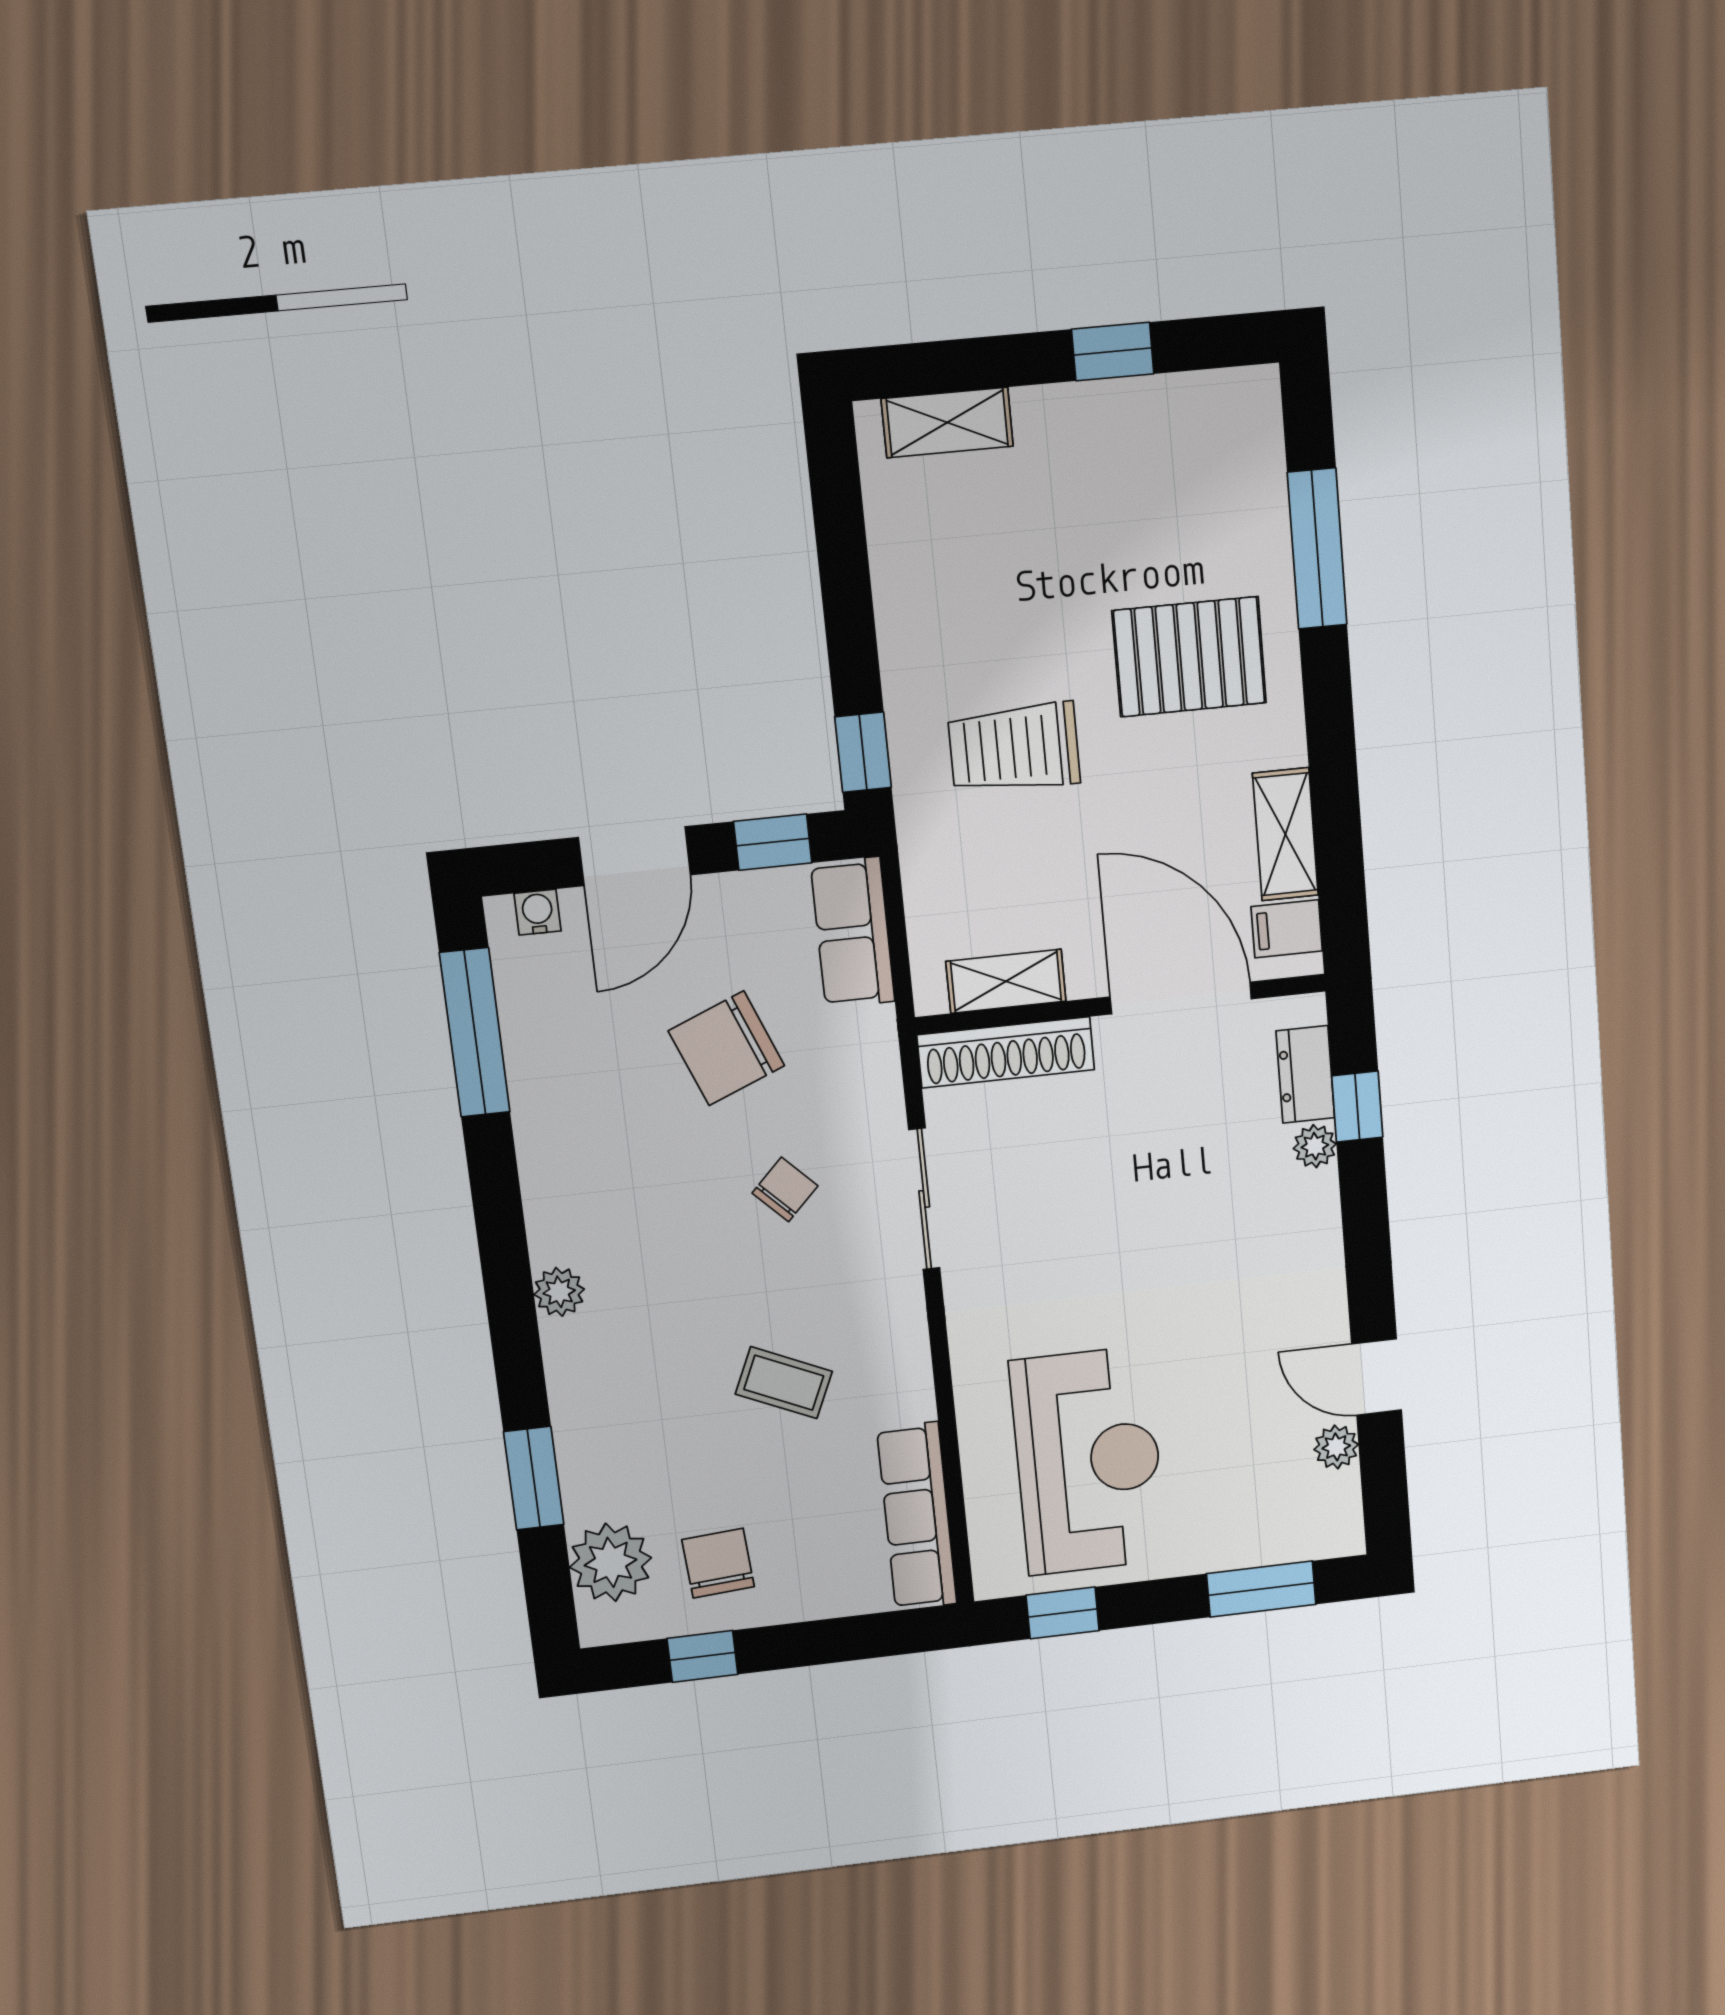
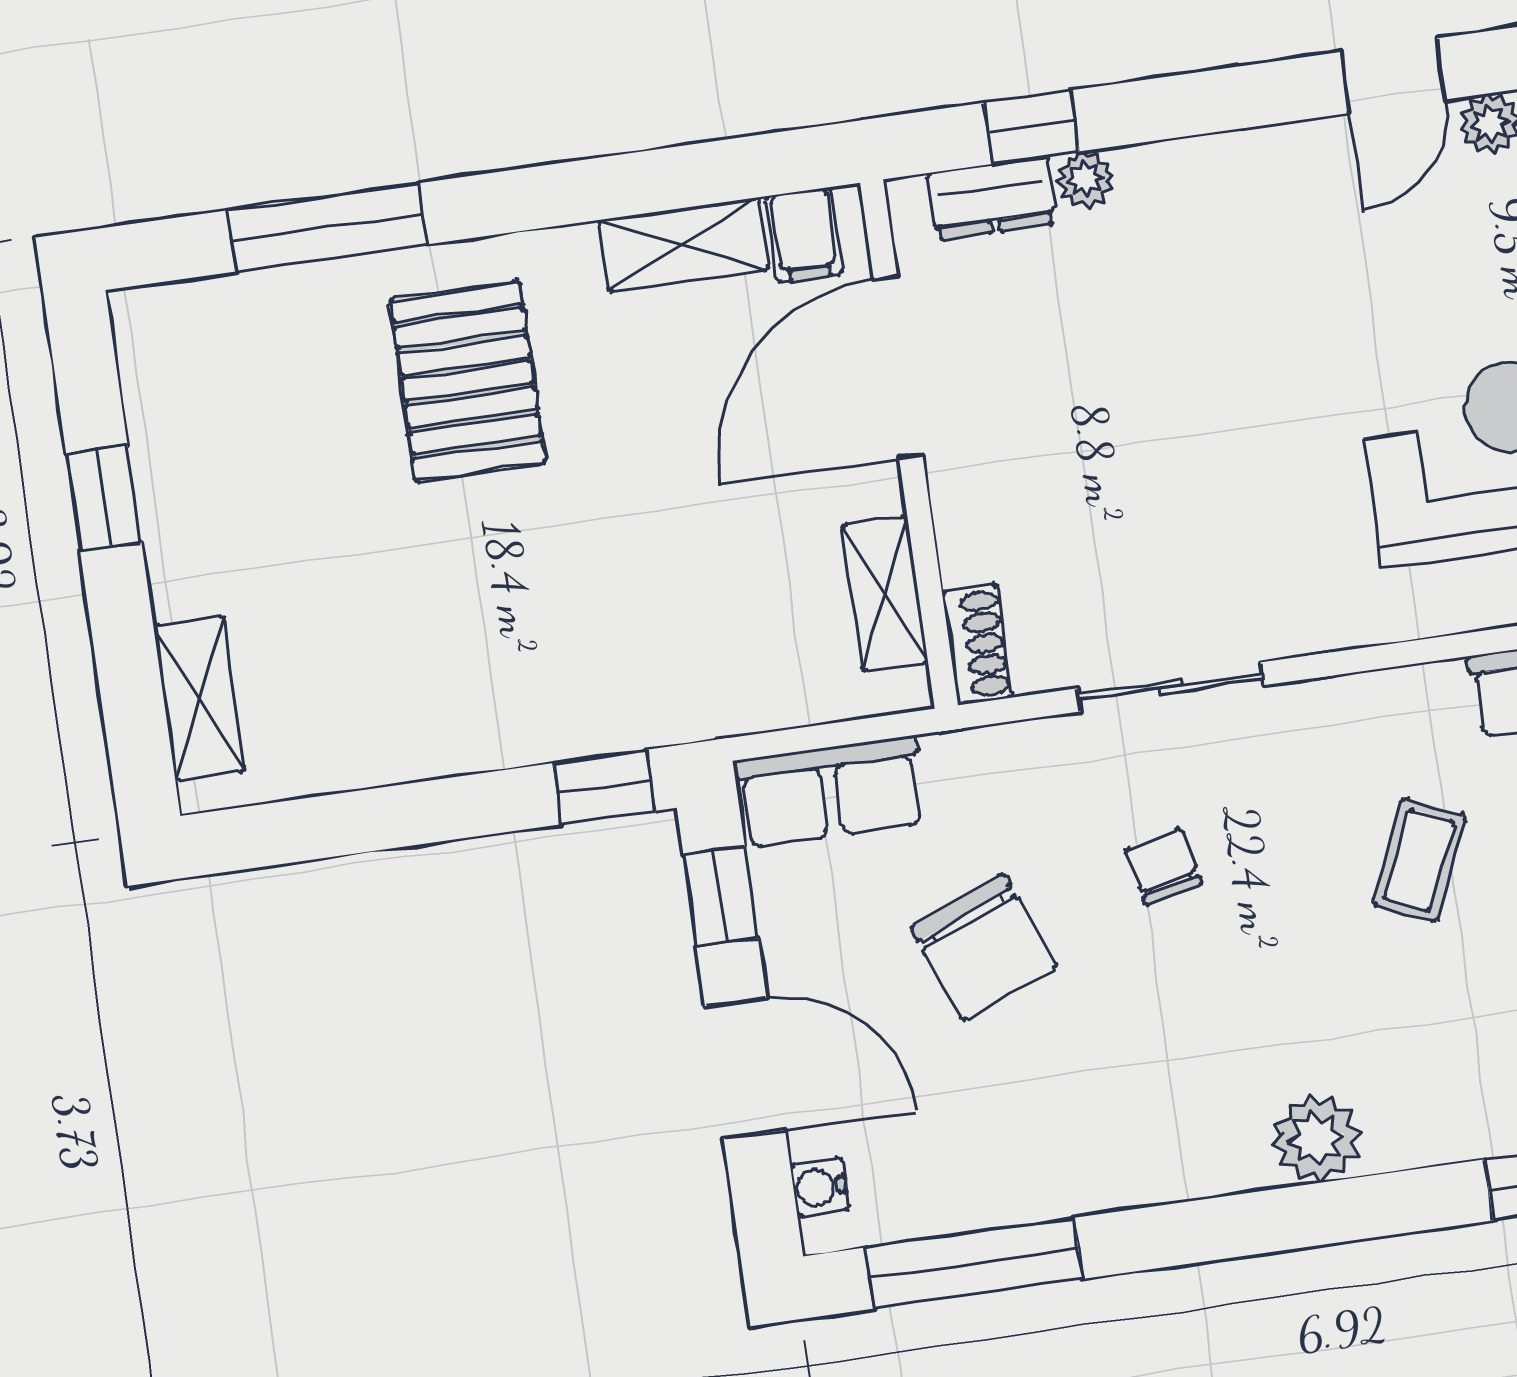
trolley: (1014, 748) -> (590, 597), removed
shoe rack: (1006, 1052) -> (977, 645), width x0.51, depth x0.81
chair: (785, 1189) -> (1163, 867), turned 32
plant: (559, 1292) -> (1316, 1138), width x1.38, depth x1.38

